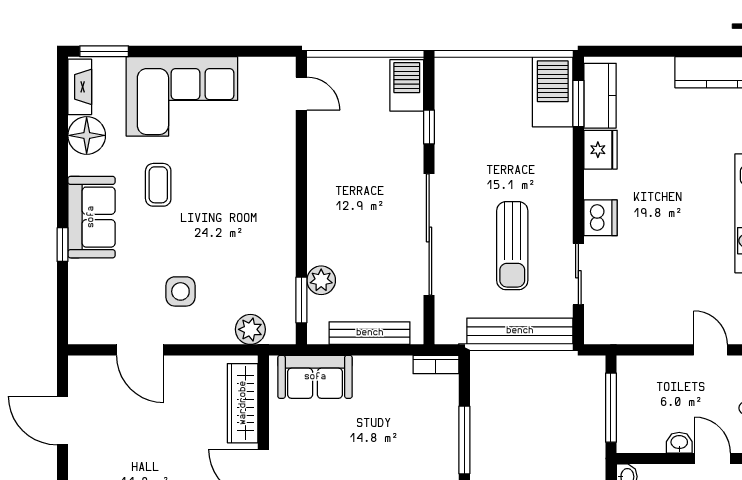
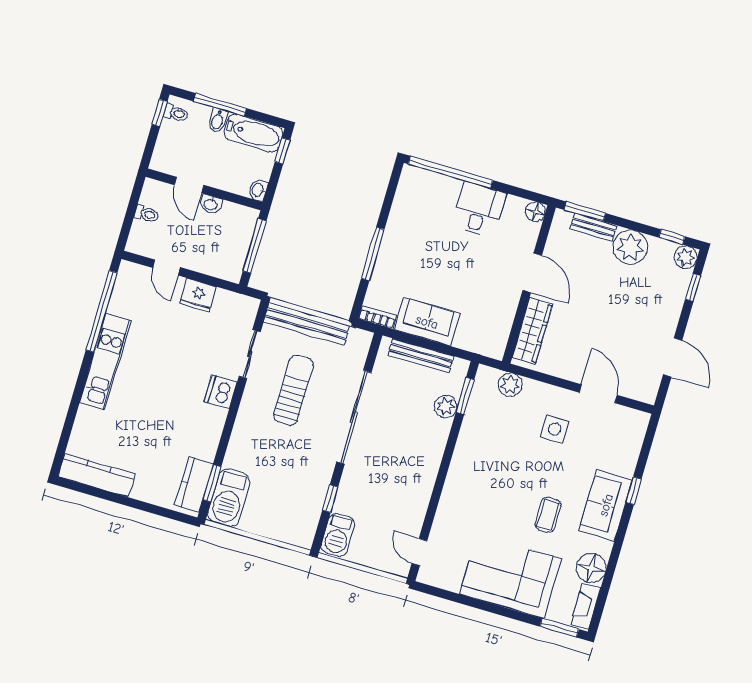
fridge: (601, 150) -> (198, 295), moved, turned -90
sofa: (315, 377) -> (427, 322), moved

